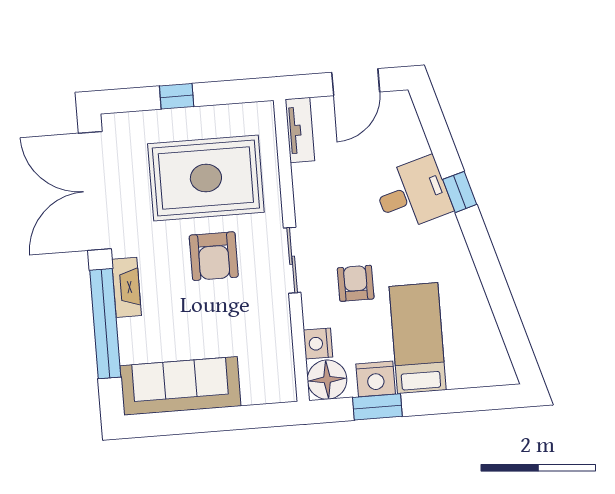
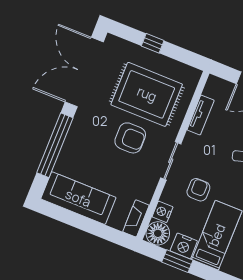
tv unit: (300, 130) -> (201, 115), moved
armchair: (214, 256) -> (130, 138), turned -90
fireplace: (126, 287) -> (136, 218), moved, turned 180

